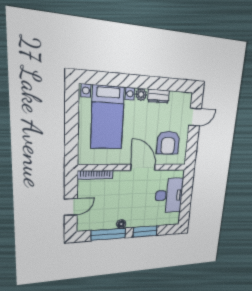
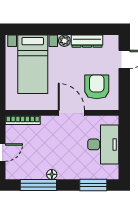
dresser: (158, 96) -> (87, 41), width x1.44
armchair: (168, 143) -> (97, 87), turned 180
window: (145, 231) -> (93, 185), moved

